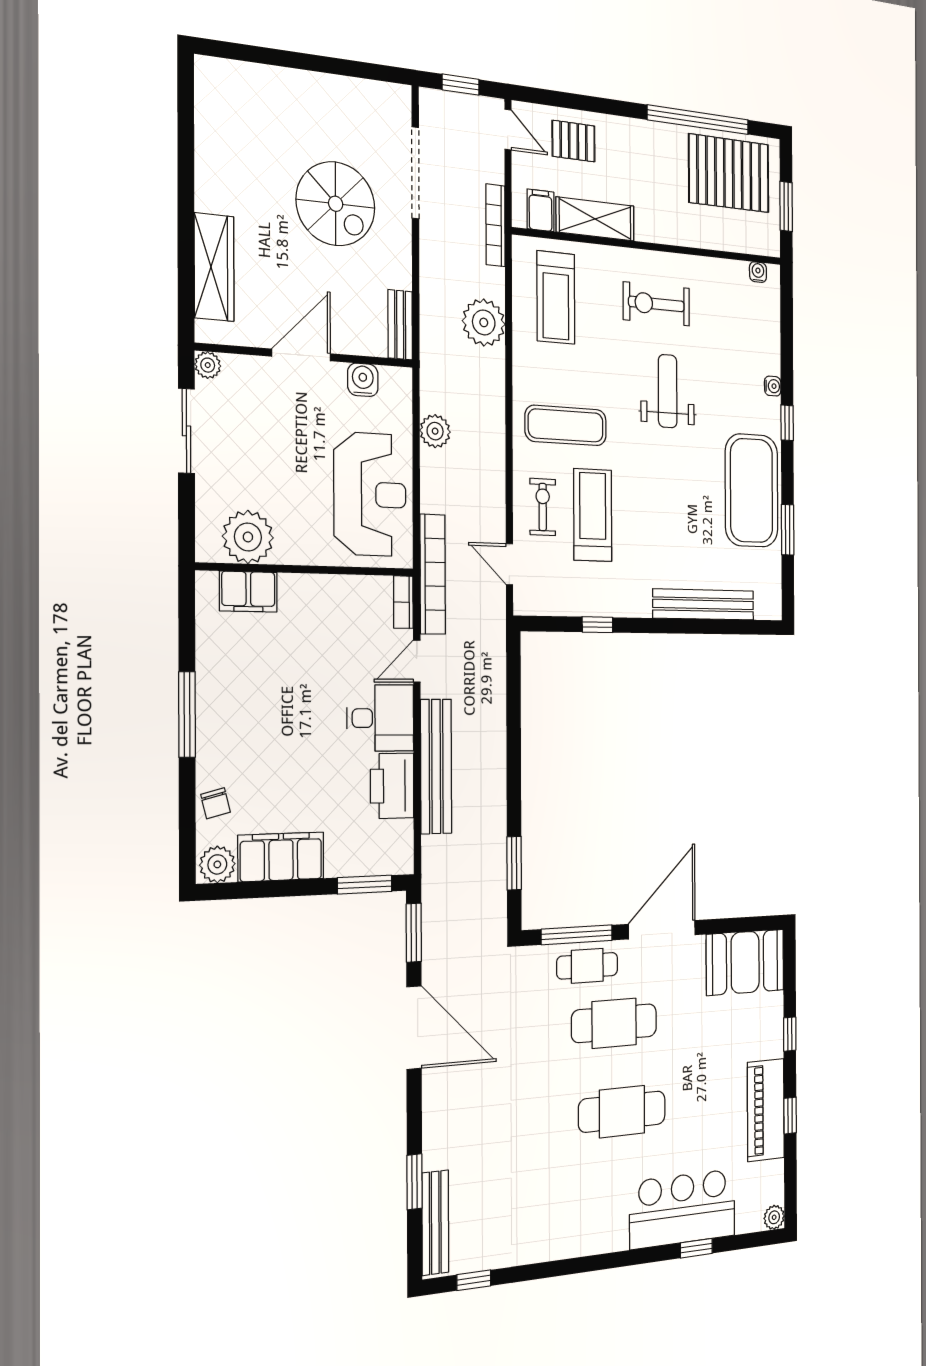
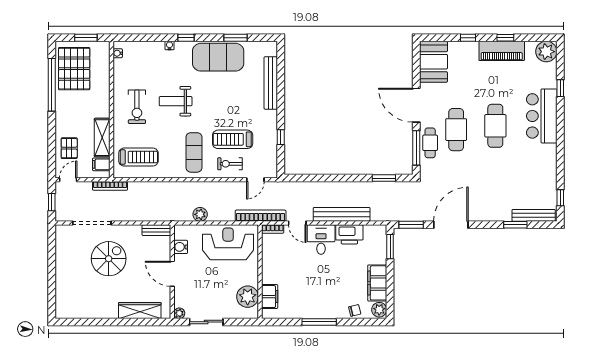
plant: (484, 322) -> (152, 192), removed
bar counter: (683, 1209) -> (542, 116), moved
plant: (774, 1217) -> (546, 52), width x1.88, depth x1.88

